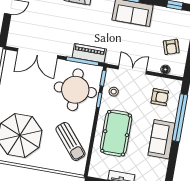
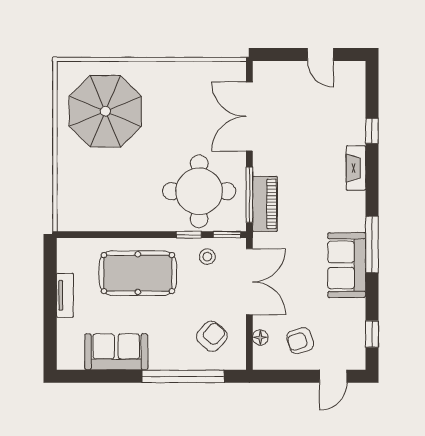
double door: (132, 70) -> (249, 282), width x1.37
armchair: (160, 97) -> (212, 336), turned -138
sofa: (162, 139) -> (116, 352), moved
sun lounger: (70, 141) -> (110, 198), removed

